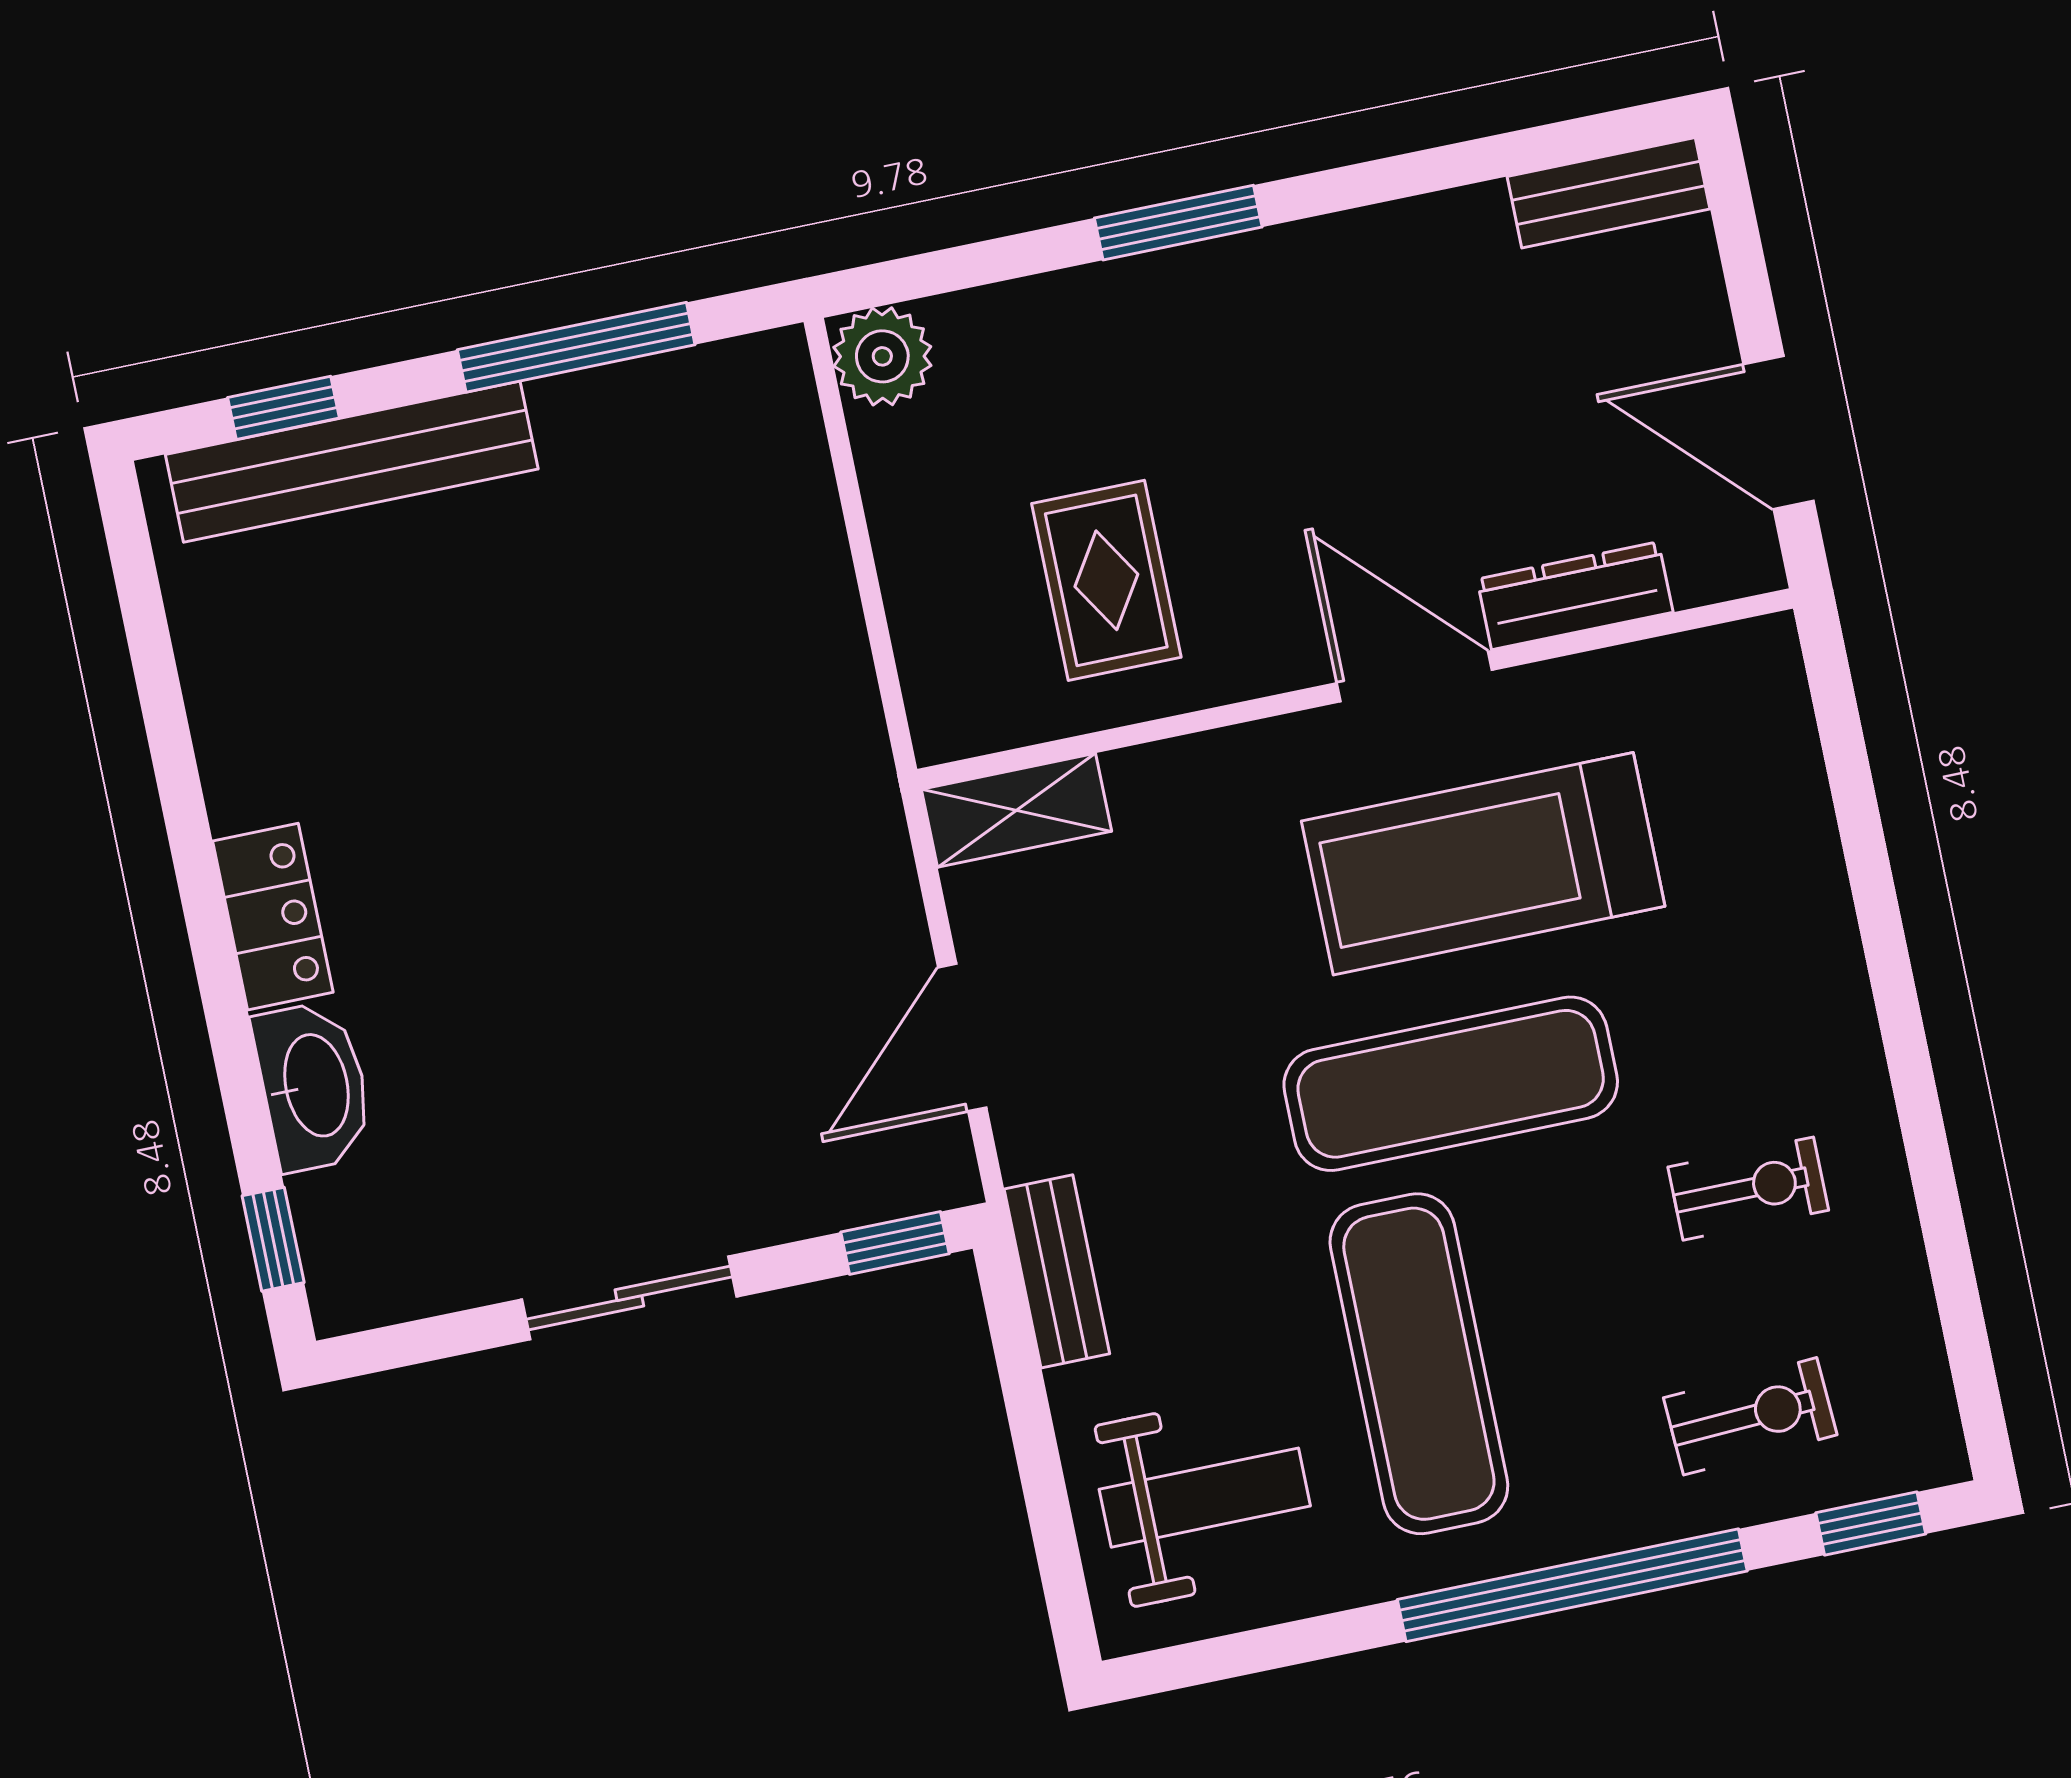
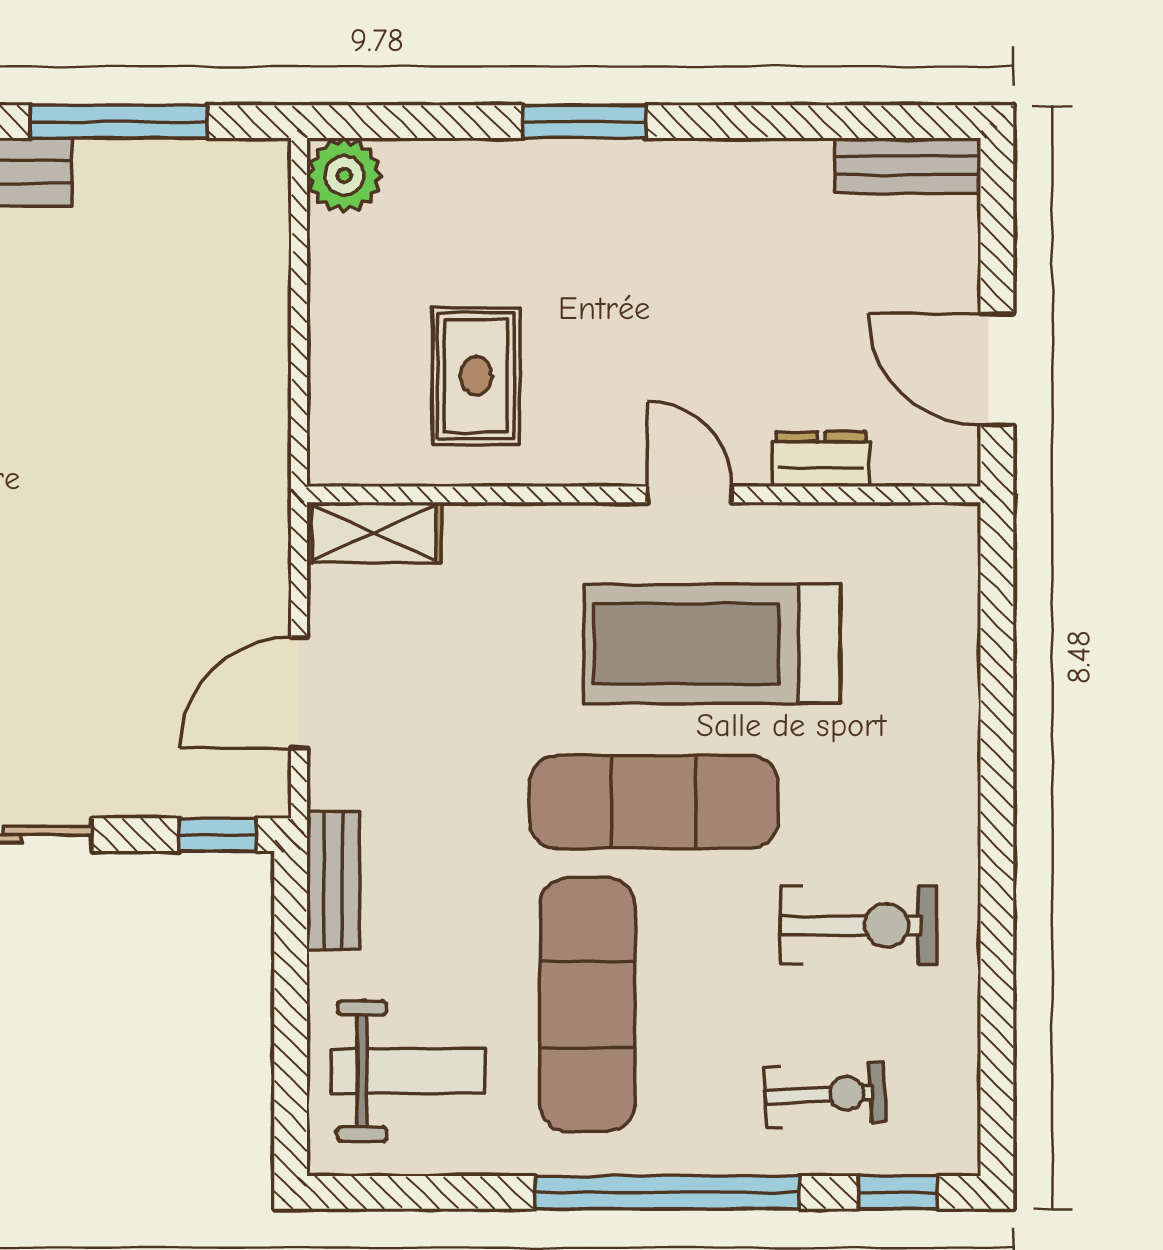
dresser: (1575, 596) -> (821, 459), width x0.70
door: (1414, 676) -> (690, 494), width x0.73
exercise bike: (1748, 1189) -> (858, 925), width x1.38, depth x1.39

